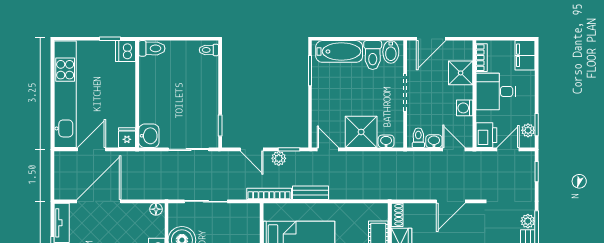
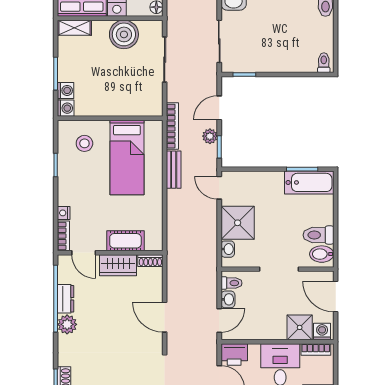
bathtub: (339, 51) -> (309, 182), moved, turned -90
washing machine: (465, 108) -> (322, 332), moved
door: (328, 149) -> (219, 188), swing flipped

